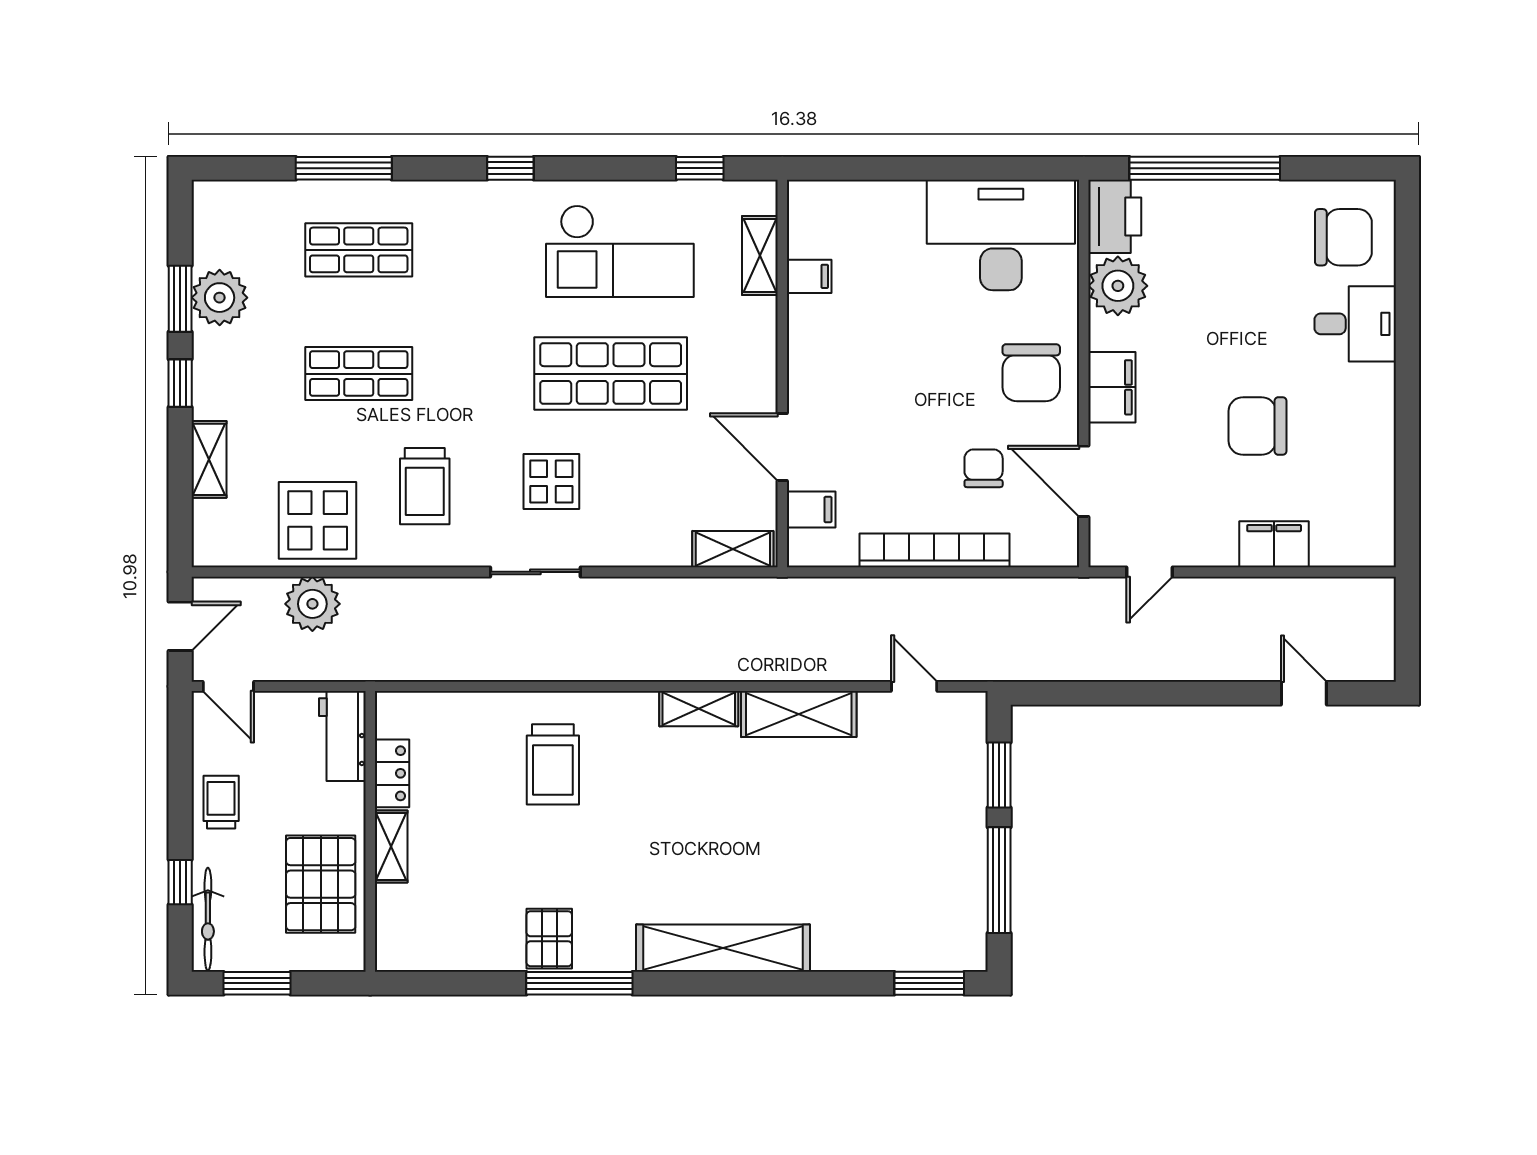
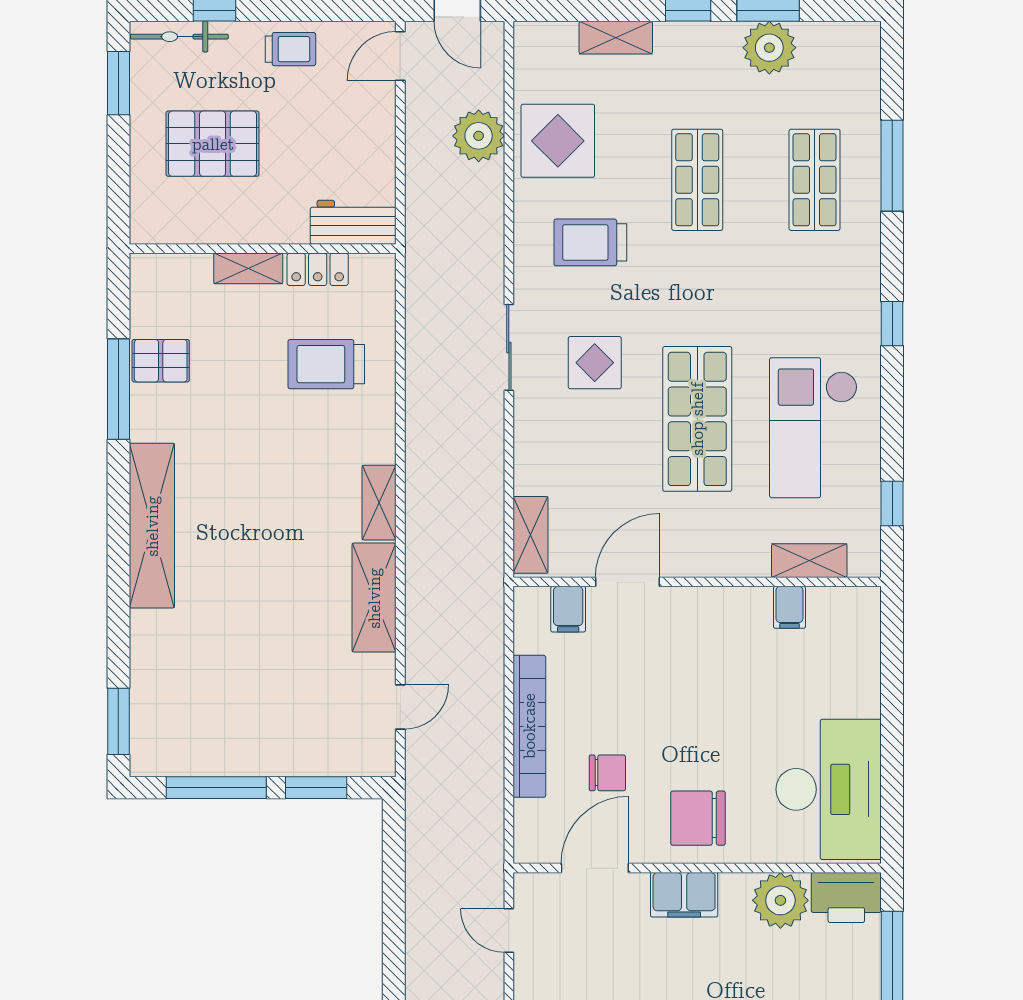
workbench: (342, 736) -> (353, 222), moved
locker: (392, 773) -> (318, 269), moved
wall: (370, 831) -> (263, 249), moved
shelving: (391, 847) -> (248, 268), moved

